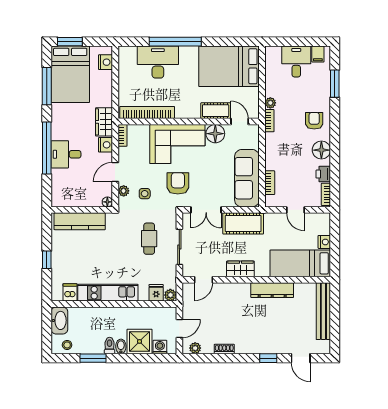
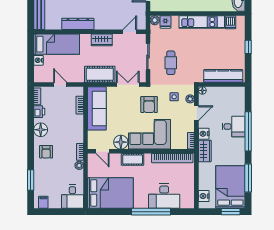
desk: (296, 61) -> (72, 197), moved
cot: (216, 111) -> (133, 159), moved

